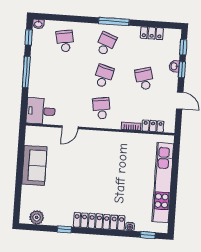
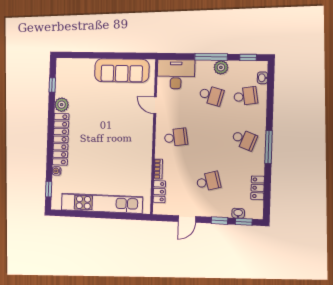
washbasin: (38, 24) -> (262, 78), moved
plant: (37, 63) -> (221, 67), added
washbasin: (174, 66) -> (238, 213), moved
school desk: (104, 76) -> (211, 95), moved
desk: (41, 111) -> (176, 74), width x1.37
sofa: (34, 165) -> (122, 70), width x1.36
plant: (37, 217) -> (62, 105), moved
window: (64, 229) -> (52, 85), moved

